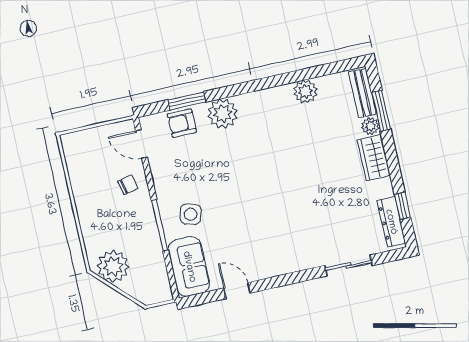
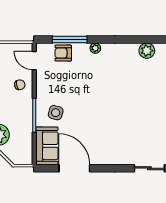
window: (187, 101) -> (70, 40), width x1.44
plant: (223, 114) -> (95, 48), width x0.53, depth x0.53
door: (237, 291) -> (74, 168), width x1.88

